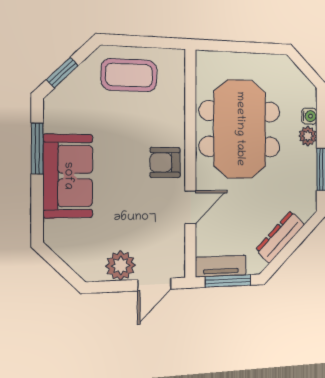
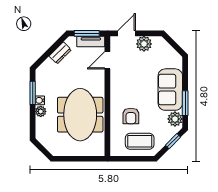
water cooler: (309, 116) -> (40, 100), moved
plant: (58, 117) -> (175, 119), added
armchair: (165, 162) -> (131, 116), moved, turned 90
door: (190, 207) -> (107, 60), moved
dresser: (280, 237) -> (60, 53), width x0.70

